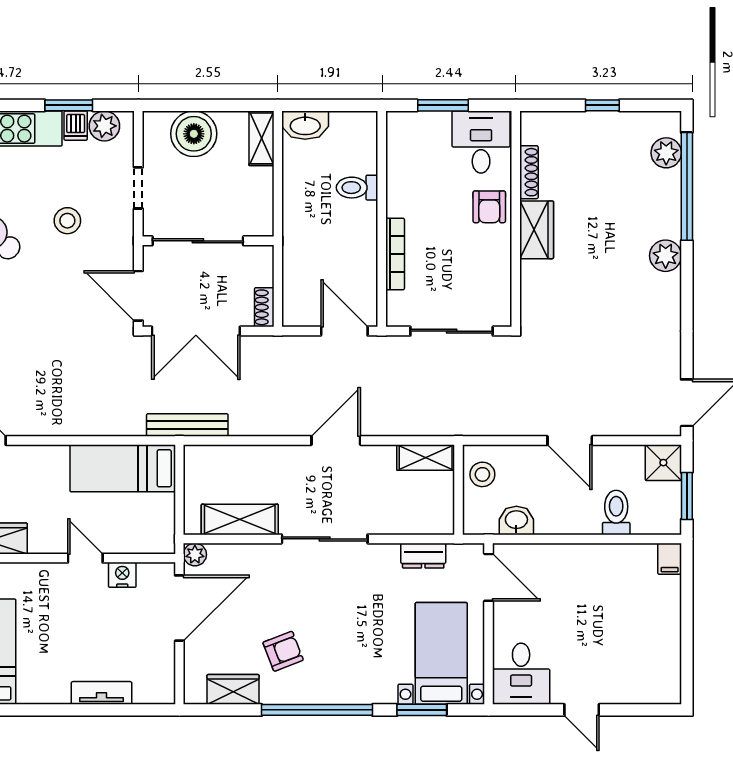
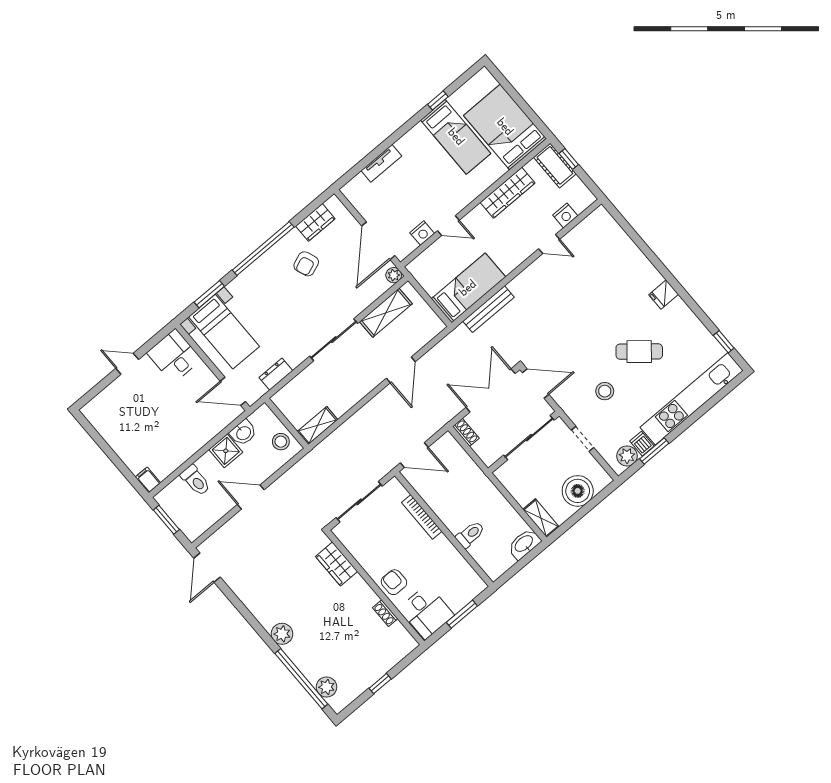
shoe rack: (529, 172) -> (385, 613), width x0.70
wardrobe: (537, 230) -> (337, 564), moved
bench: (187, 425) -> (488, 309), moved
door: (336, 440) -> (401, 370), moved
shower: (663, 463) -> (226, 451), moved

